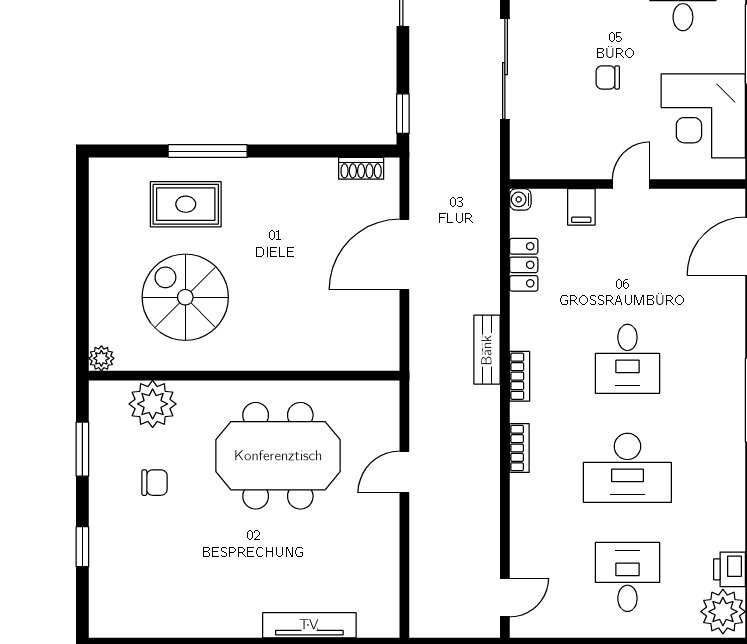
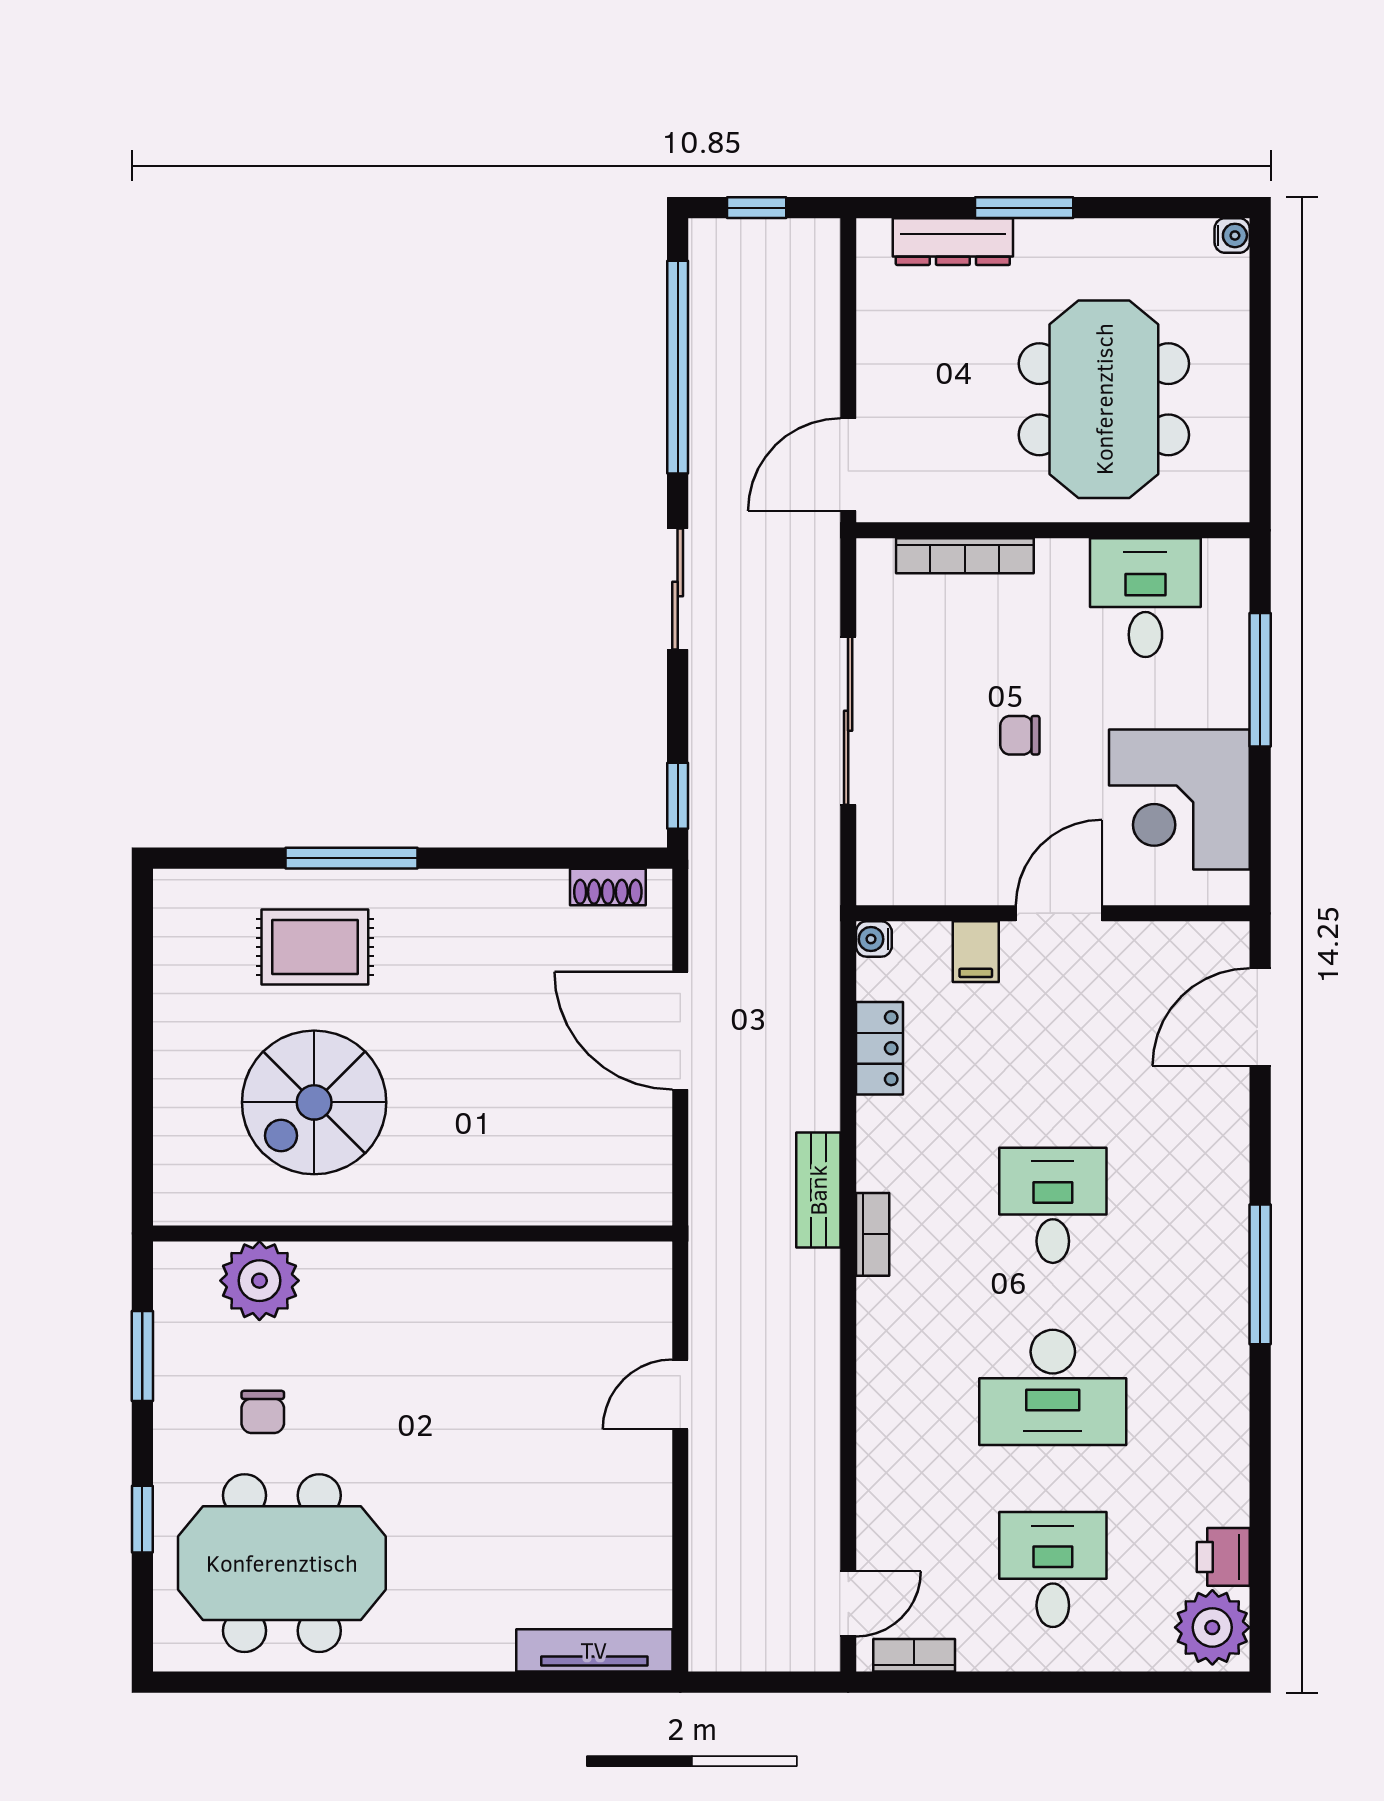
door: (631, 184) -> (1059, 913), width x1.38
door: (404, 254) -> (680, 1031), hinge flipped
spiral stairs: (185, 297) -> (314, 1102), turned -90
plant: (101, 358) -> (174, 1204), removed
desk: (627, 359) -> (1053, 1205), turned 180
bookcase: (519, 448) -> (914, 1655), moved, turned -90
meeting table: (278, 456) -> (282, 1563), moved
chair: (155, 483) -> (263, 1412), turned 90
tv unit: (309, 625) -> (594, 1650), moved

